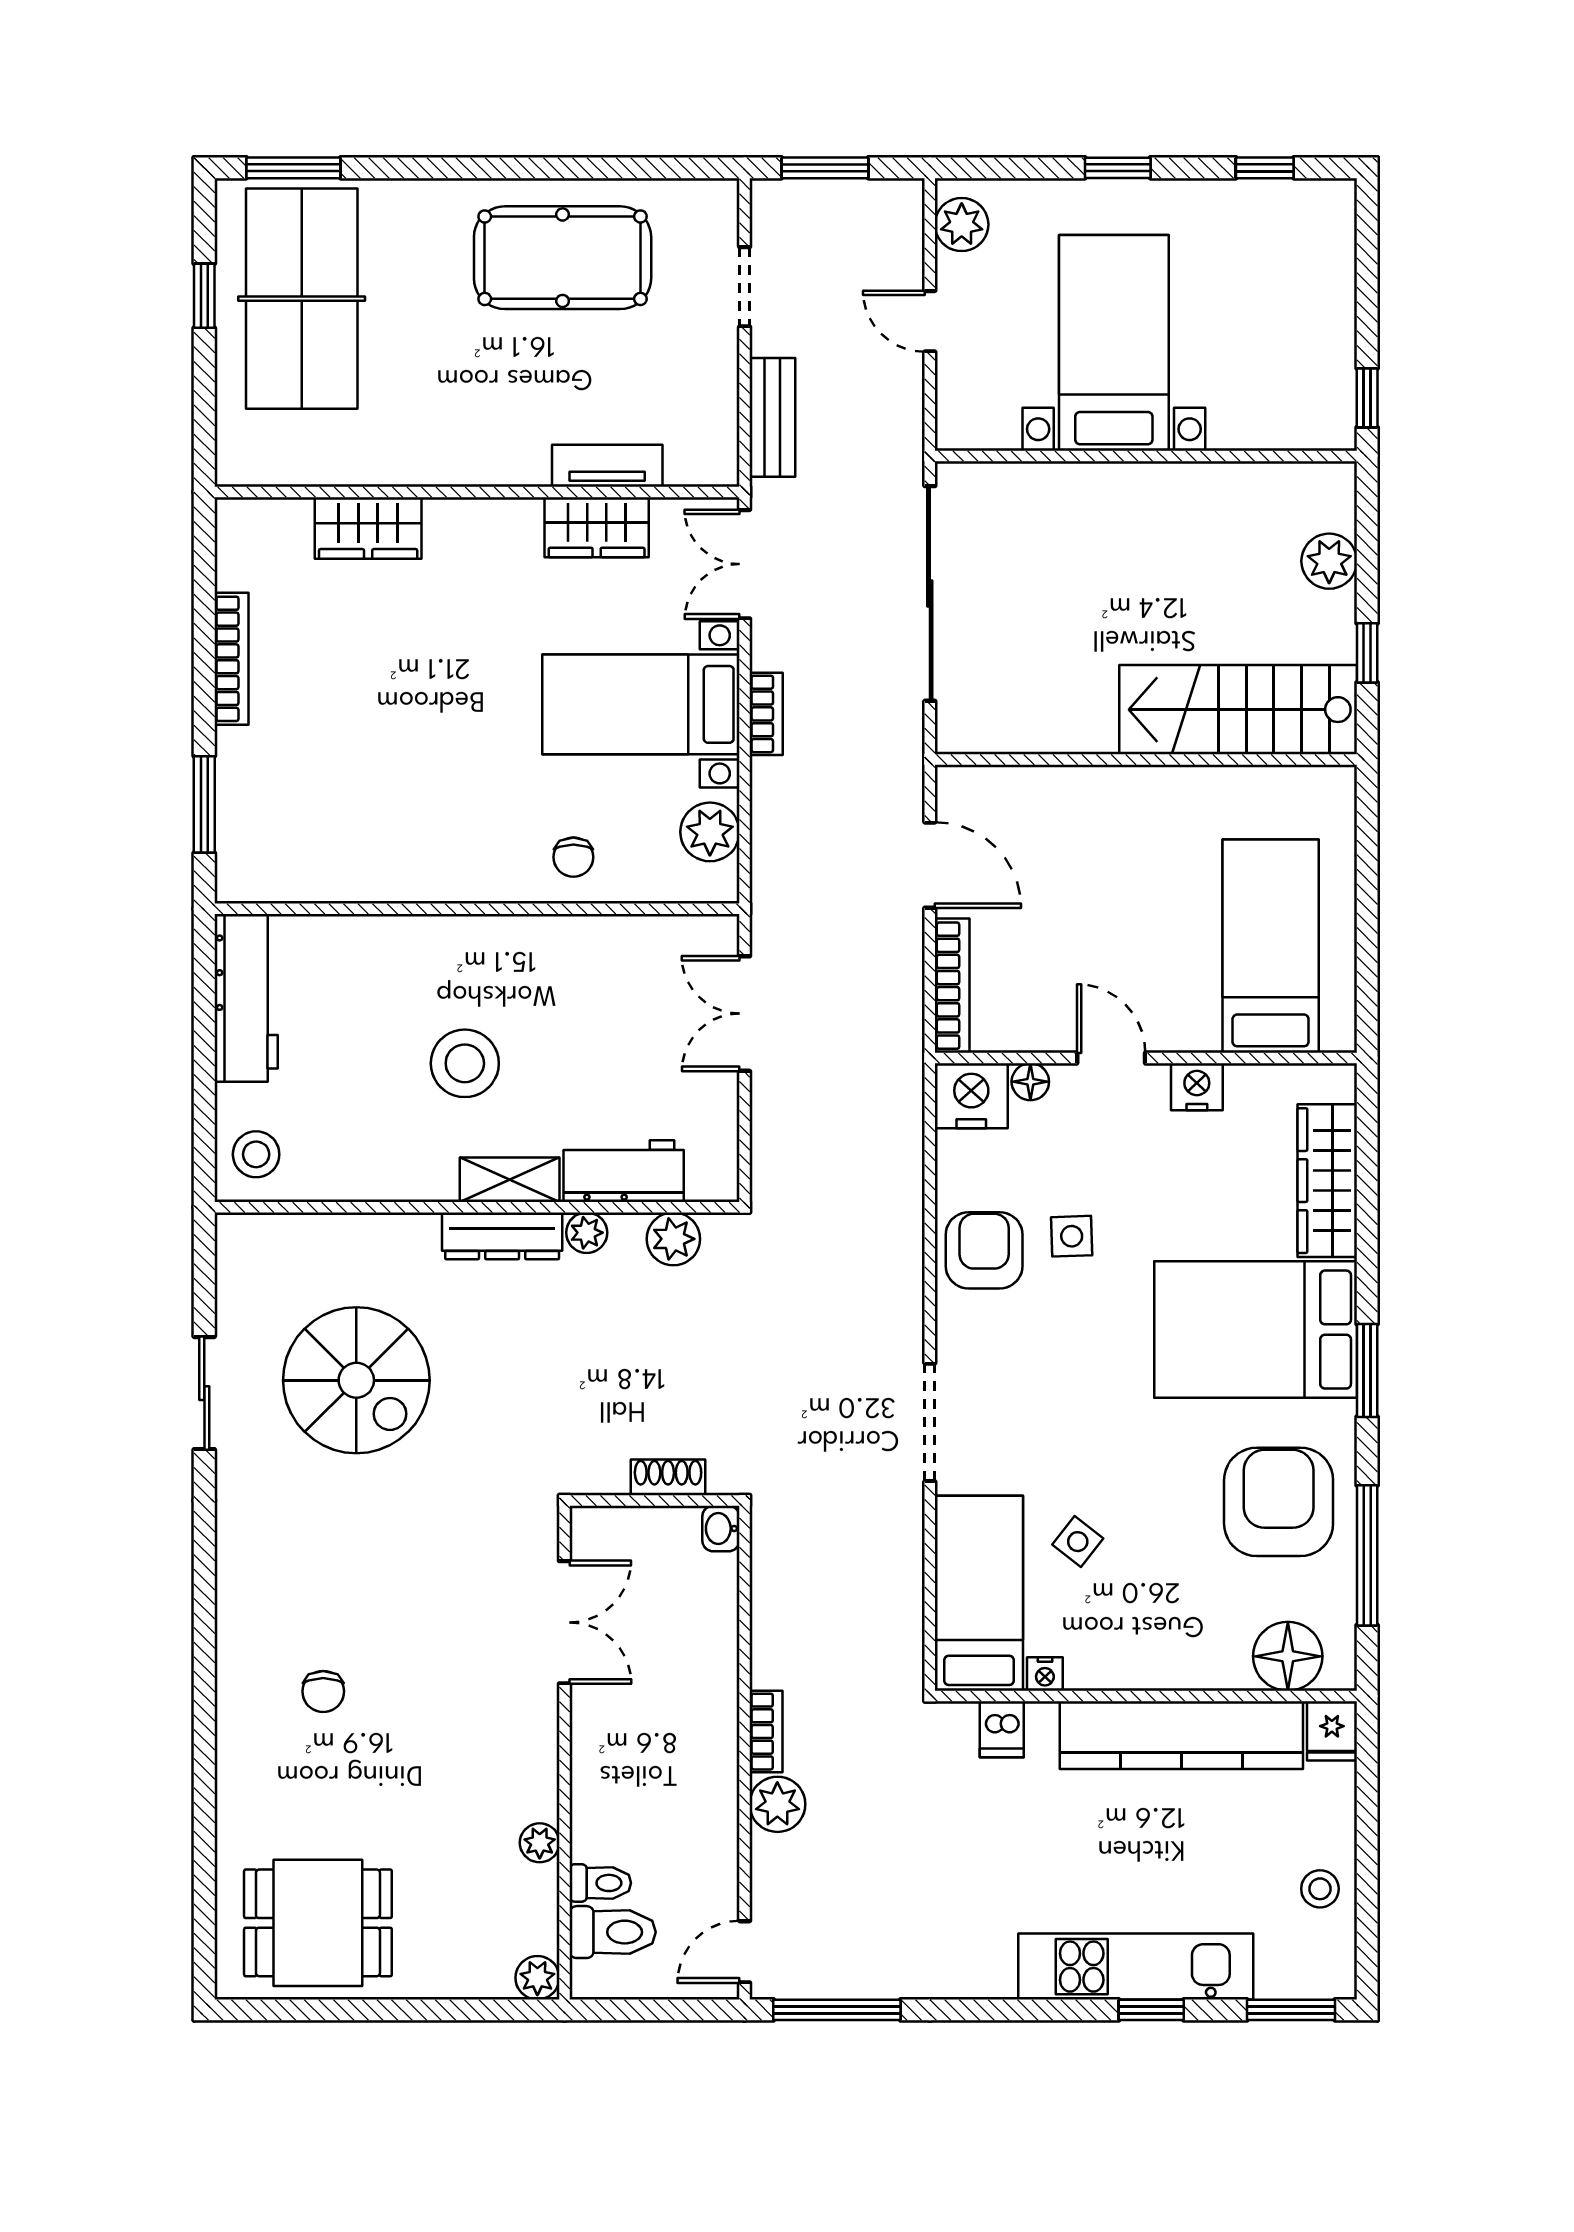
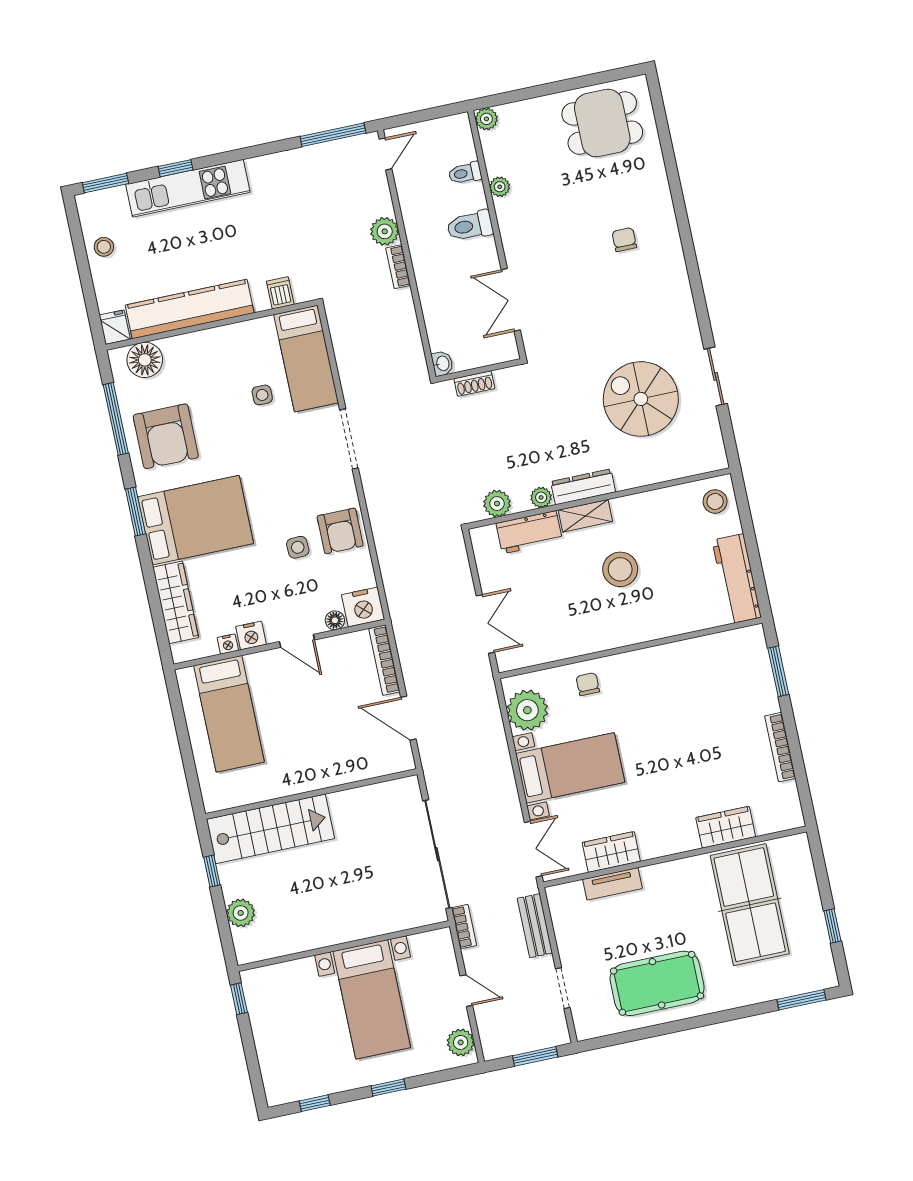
table tennis table: (302, 299) -> (750, 905), moved
bookcase: (766, 714) -> (464, 927), moved, turned 180
plant: (710, 832) -> (527, 710), width x1.36, depth x1.36
side table: (1078, 1542) -> (262, 395), turned -38
nightstand: (1045, 1674) -> (228, 644), moved, turned 180
toilet: (613, 1932) -> (470, 226), moved

